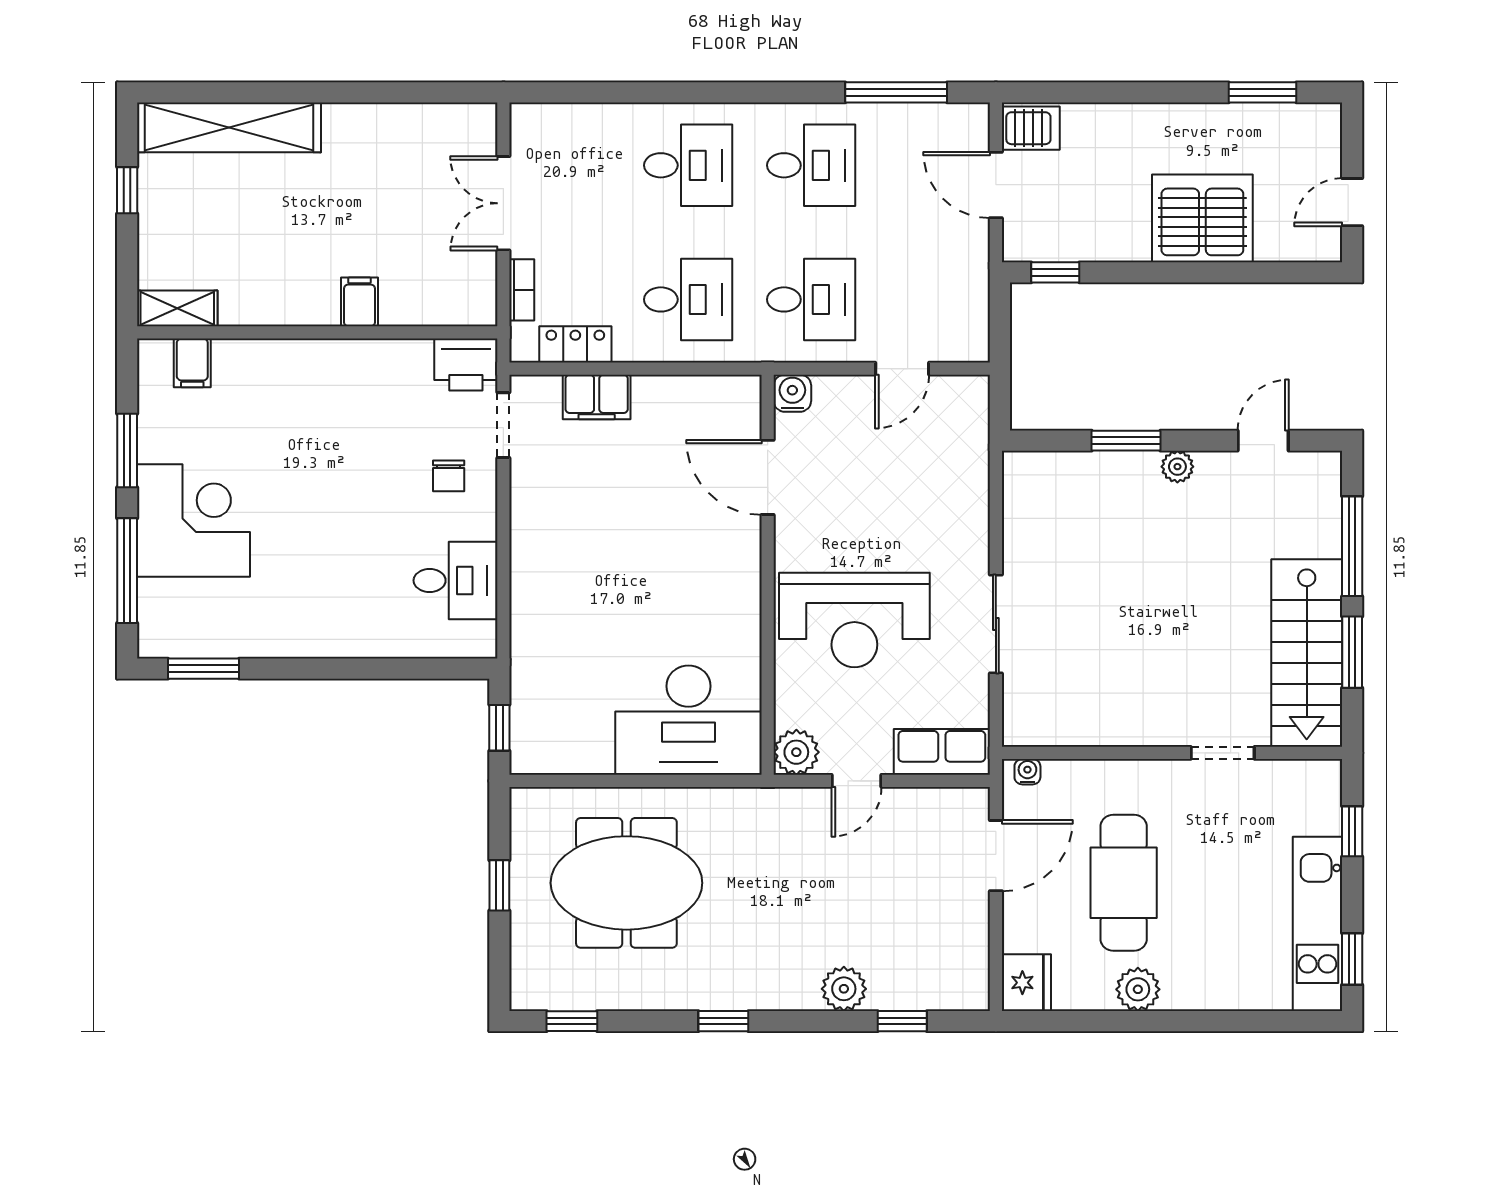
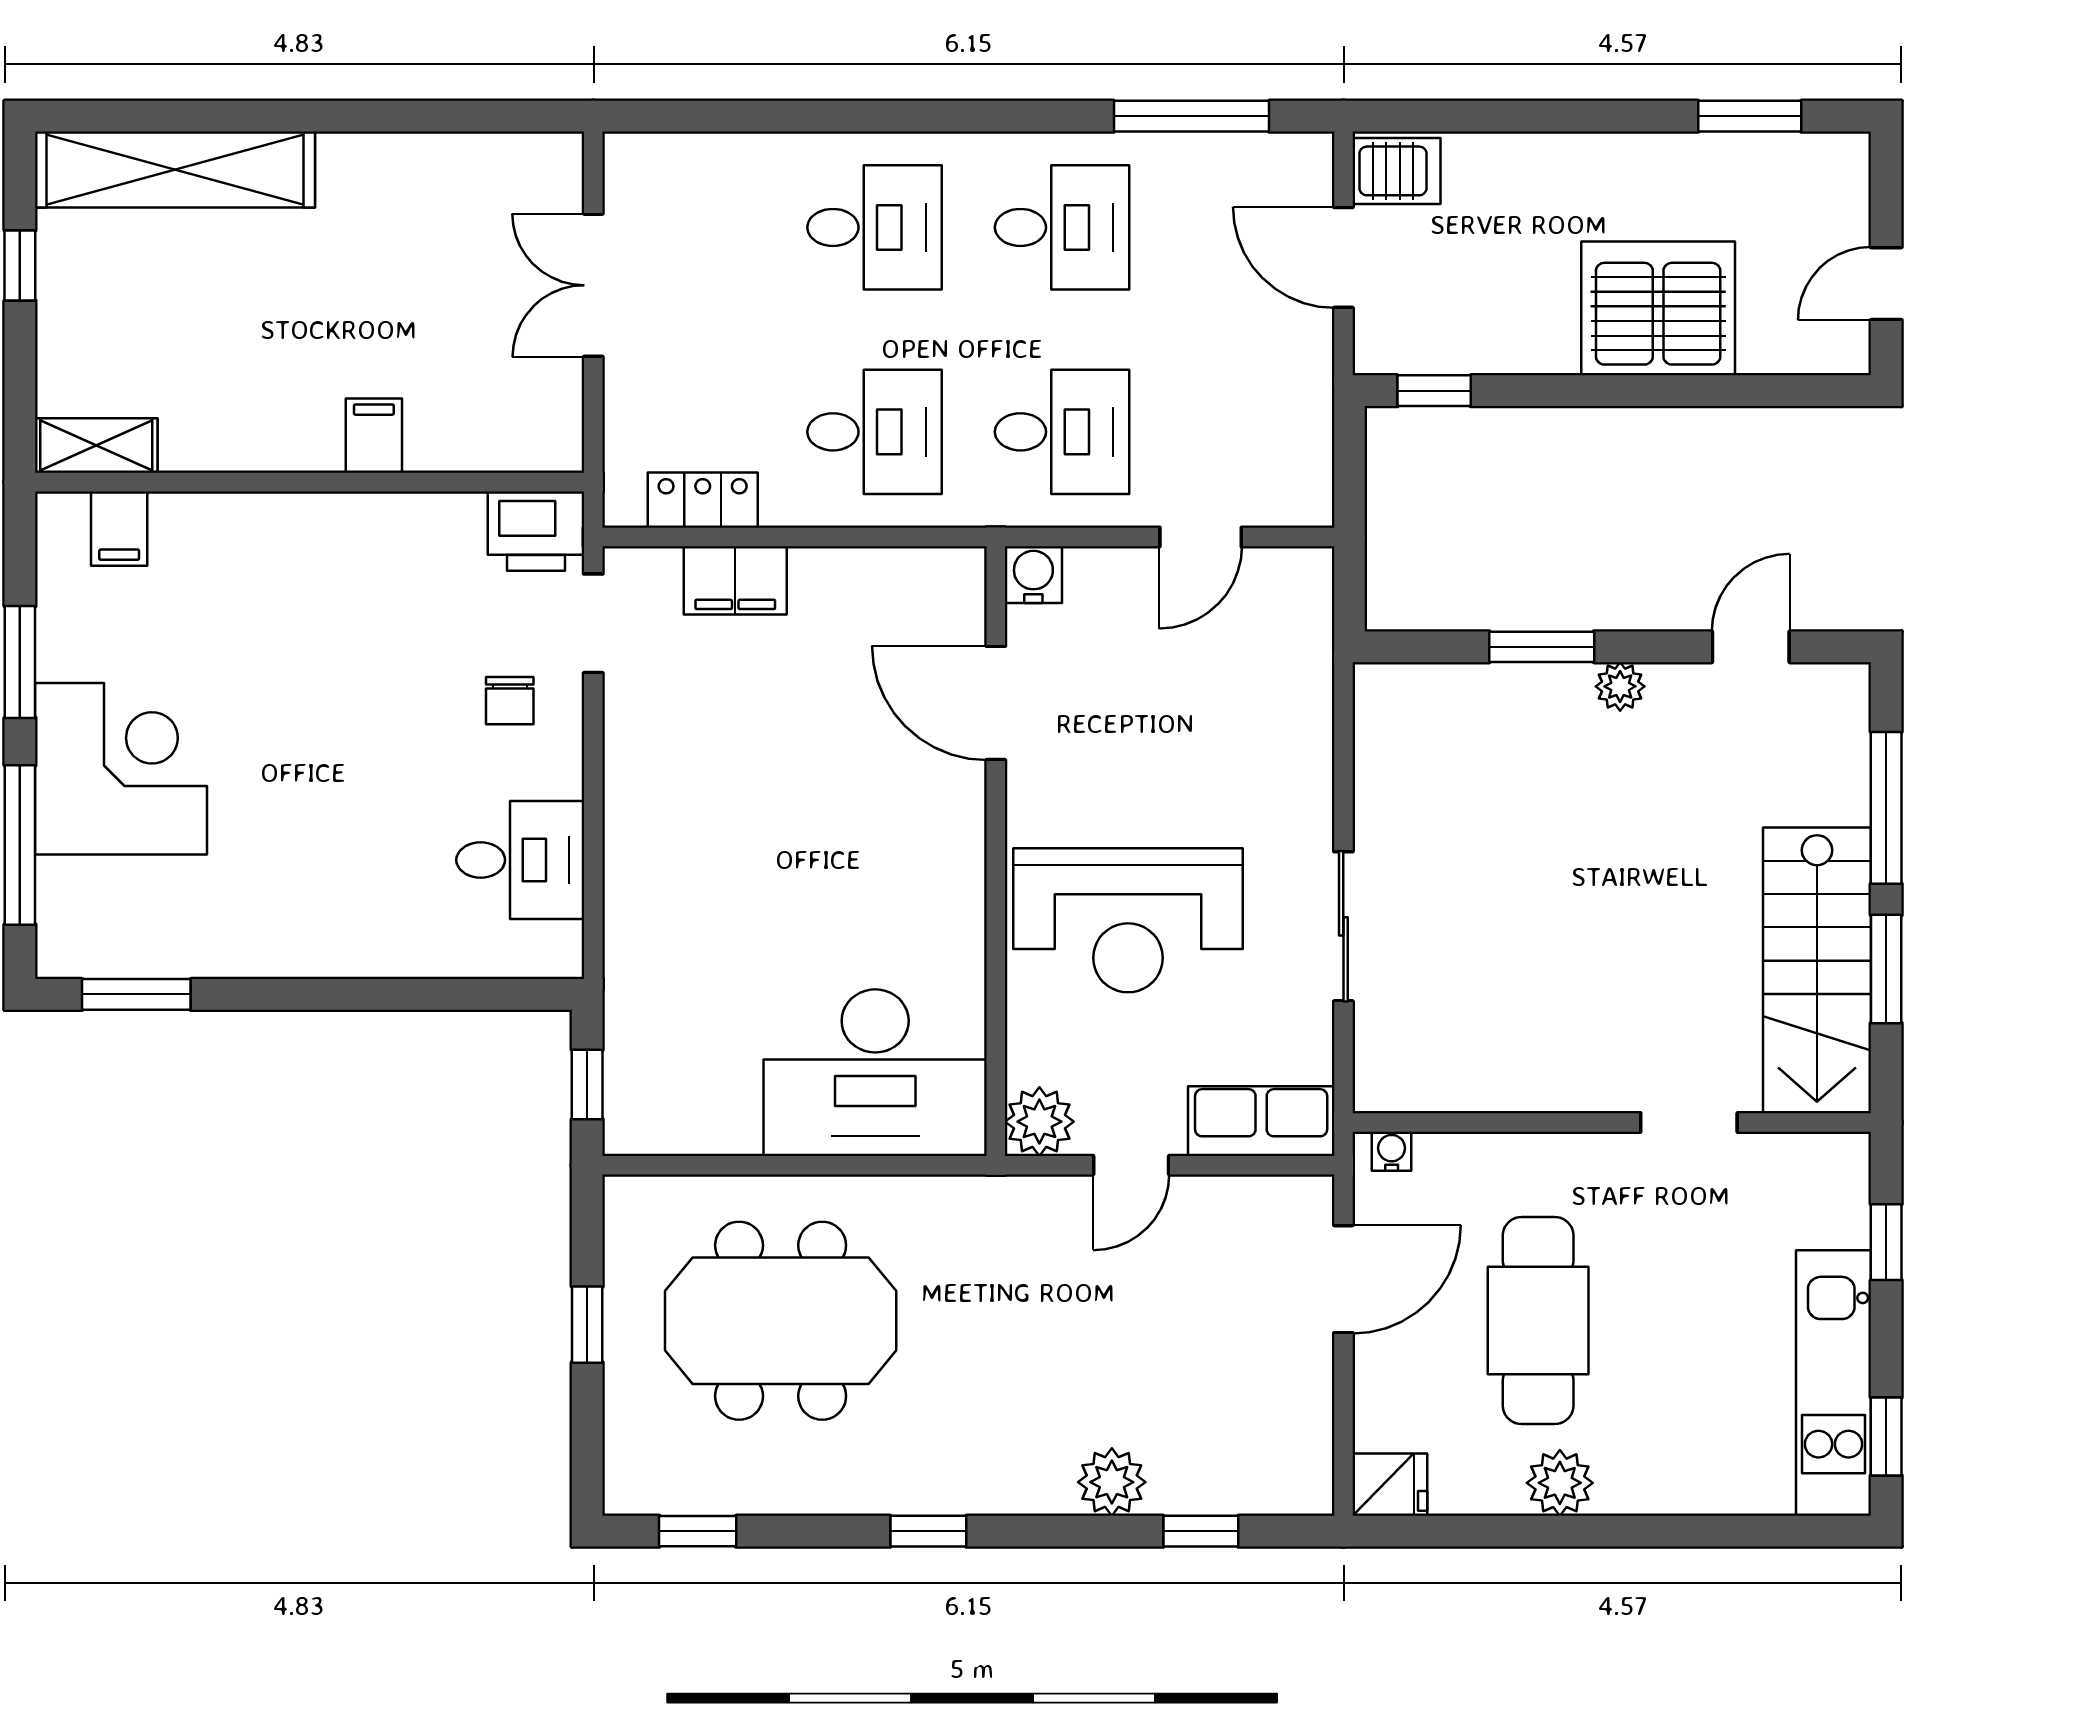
bookcase: (522, 290) -> (621, 417), removed
fridge: (1026, 983) -> (1390, 1485), width x0.72

